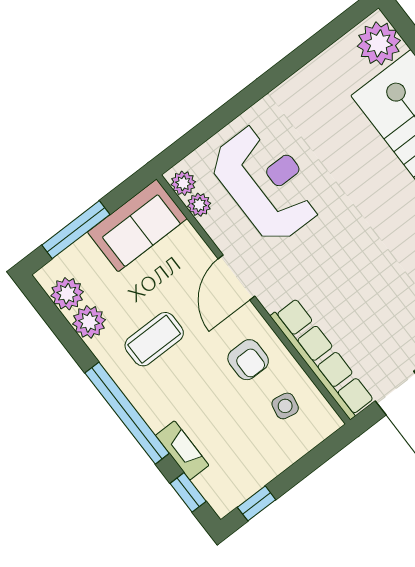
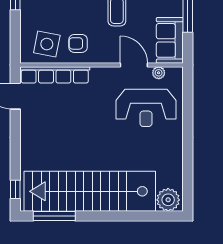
plant: (183, 183) -> (173, 73), removed
door: (236, 278) -> (134, 65), moved
side table: (285, 406) -> (47, 44), width x1.87, depth x1.87

